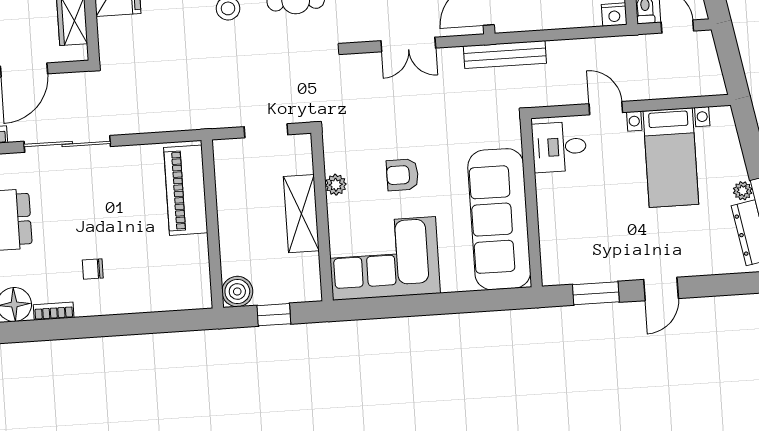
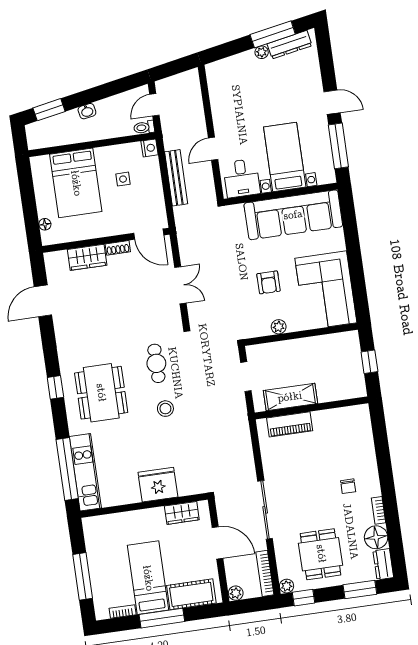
bench: (505, 55) -> (176, 178), moved
bed with nightstands: (671, 158) -> (285, 157), moved, turned -90
piano: (186, 190) -> (290, 424), width x0.73, depth x0.75
shelving: (301, 214) -> (290, 397), moved
boiler: (237, 291) -> (356, 388), removed
window: (596, 293) -> (338, 146), width x1.44

